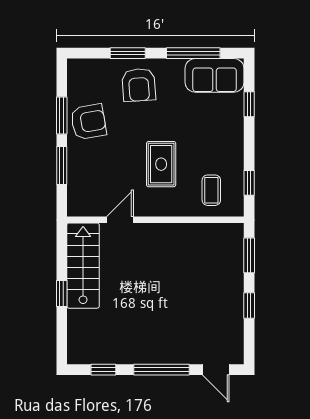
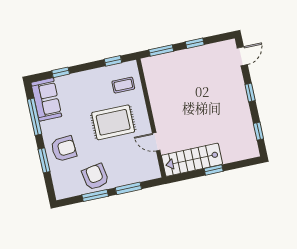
rug: (161, 164) -> (113, 122), width x1.36, depth x1.43
window: (161, 370) -> (250, 92), width x0.46

